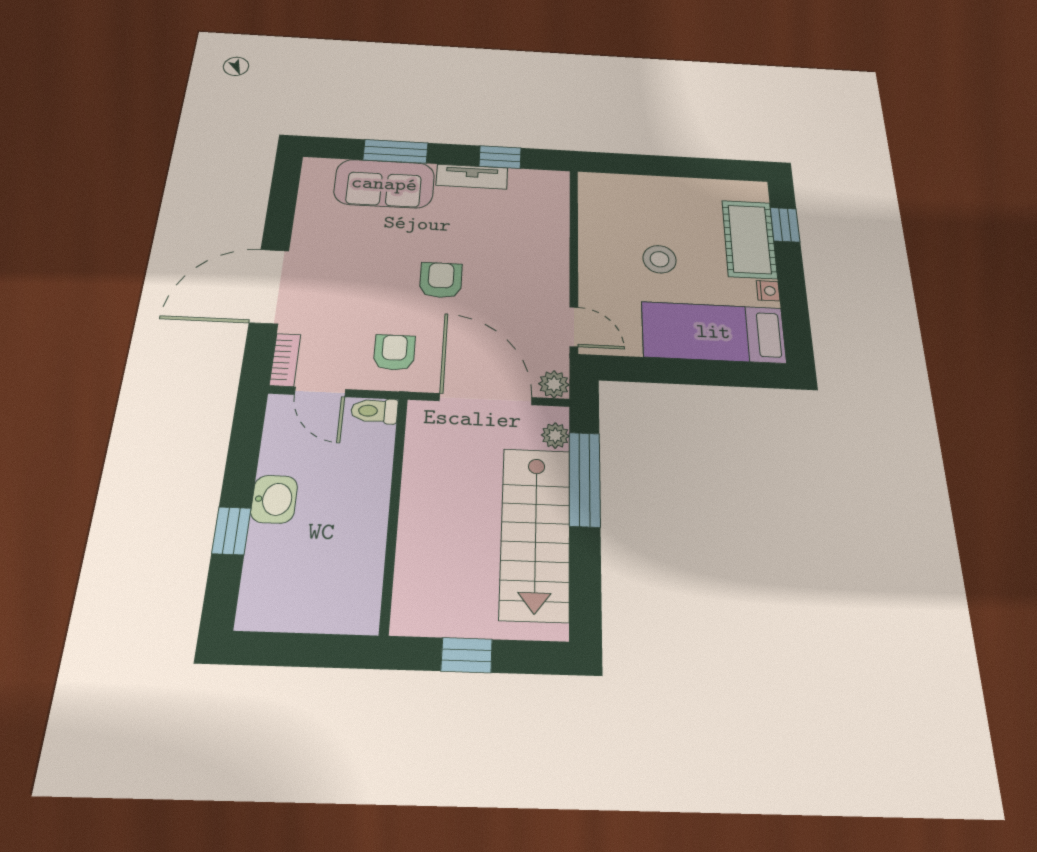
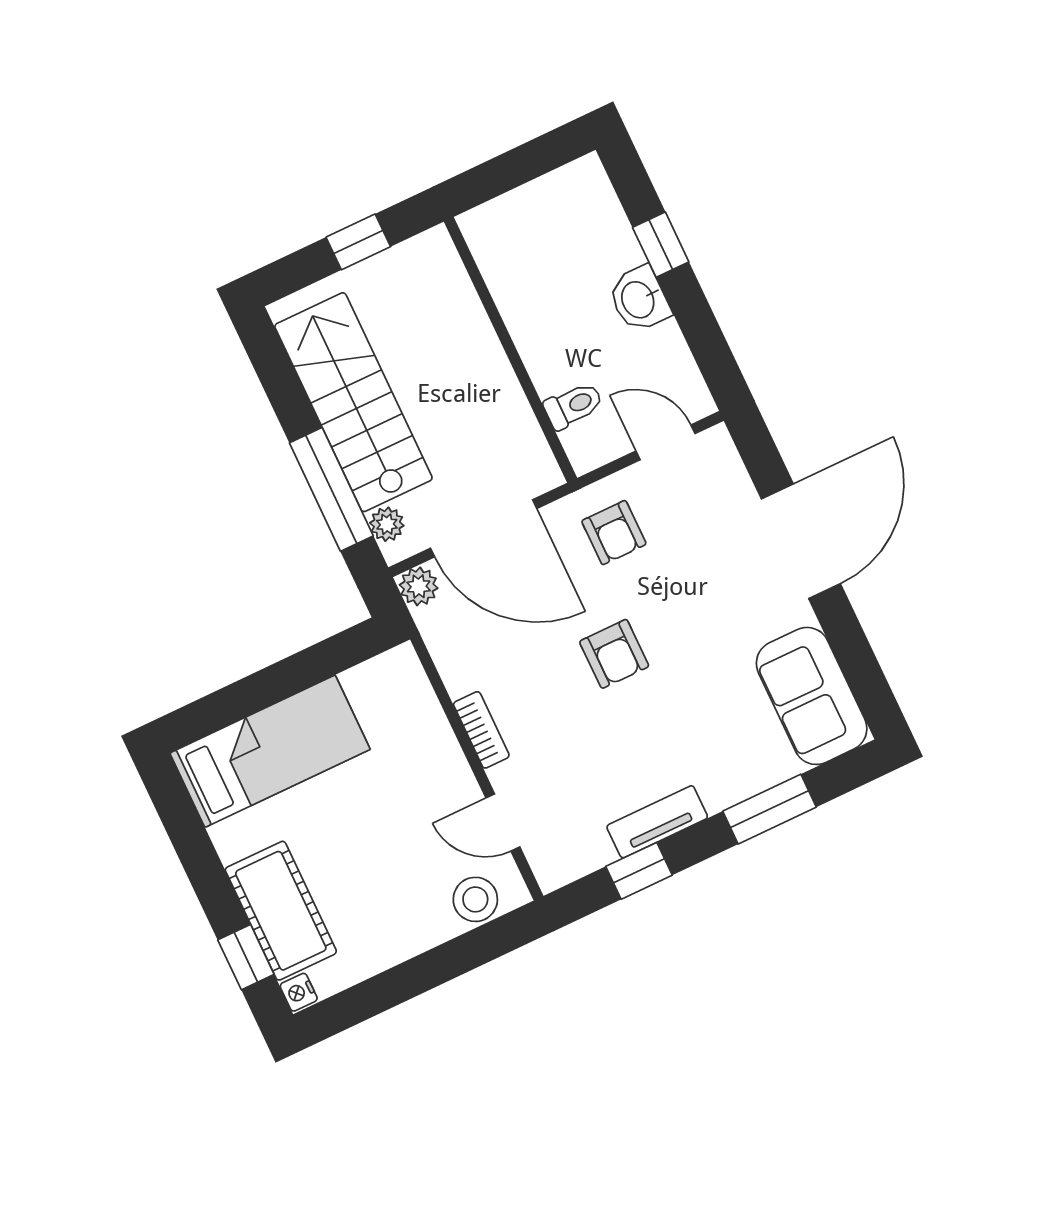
sofa: (384, 184) -> (812, 696), moved, turned -90
stool: (660, 259) -> (475, 899), moved
nightstand: (768, 291) -> (299, 992), moved
door: (574, 327) -> (503, 822), moved
bookcase: (285, 360) -> (481, 730), moved, turned 180
toilet: (374, 411) -> (573, 406), moved

